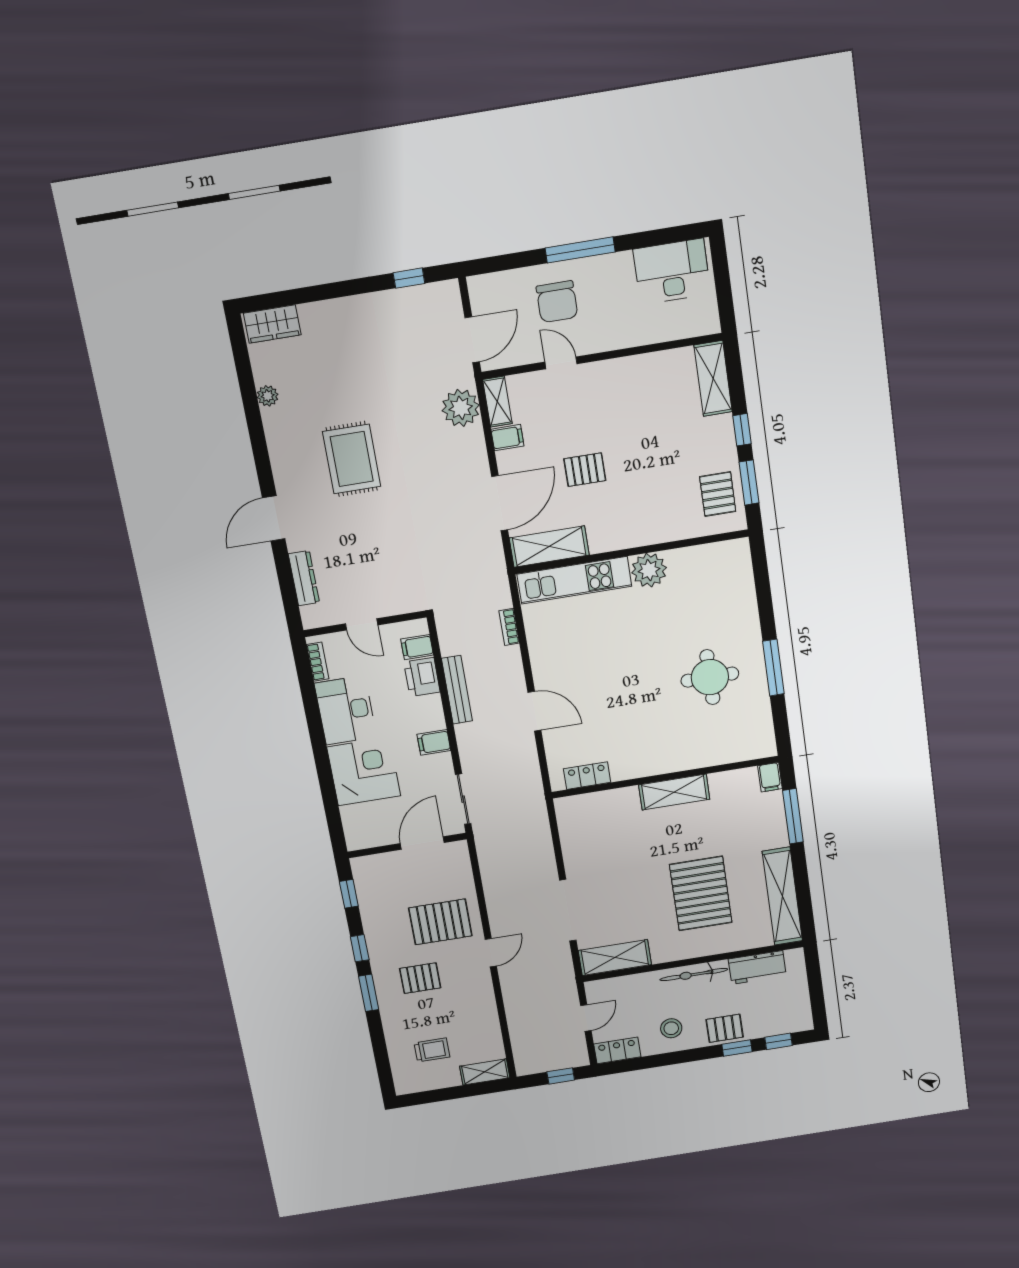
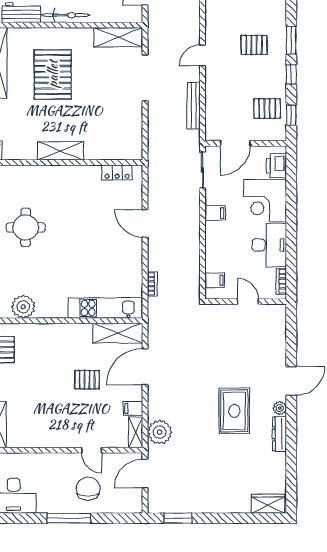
window: (409, 278) -> (178, 518), width x1.50
plant: (268, 396) -> (280, 408), moved
plant: (649, 570) -> (23, 307), moved
dresser: (304, 578) -> (279, 434), moved
printer: (422, 677) -> (276, 166), moved, turned 180
bench: (457, 690) -> (194, 106), moved
pallet: (440, 922) -> (267, 108), moved, width x0.67, depth x0.71

